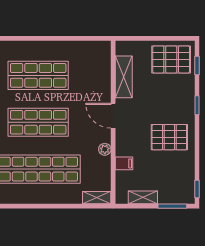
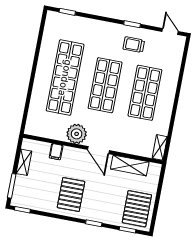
door: (113, 116) -> (98, 150), swing flipped
plant: (105, 149) -> (77, 134), width x1.87, depth x1.87
shelving: (97, 198) -> (160, 147), moved

